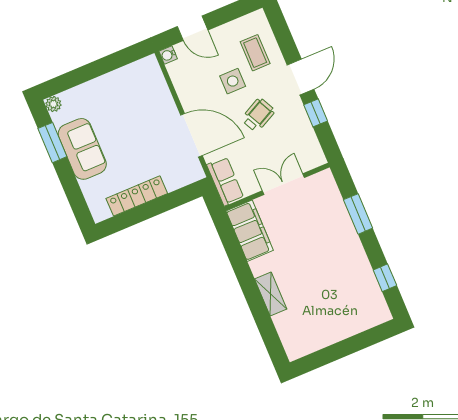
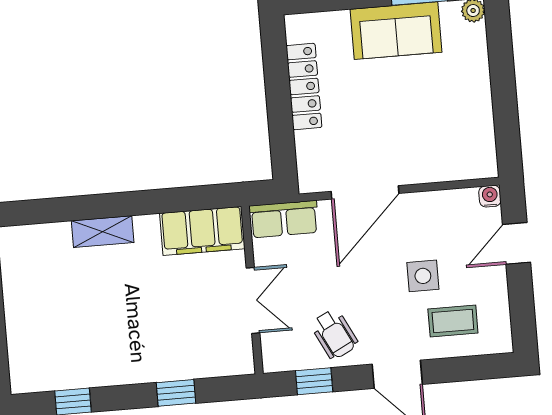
window: (316, 113) -> (314, 381), moved
wheelchair: (258, 115) -> (334, 334), moved
window: (358, 214) -> (176, 393), width x0.67

